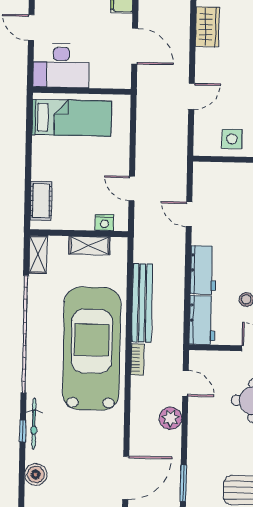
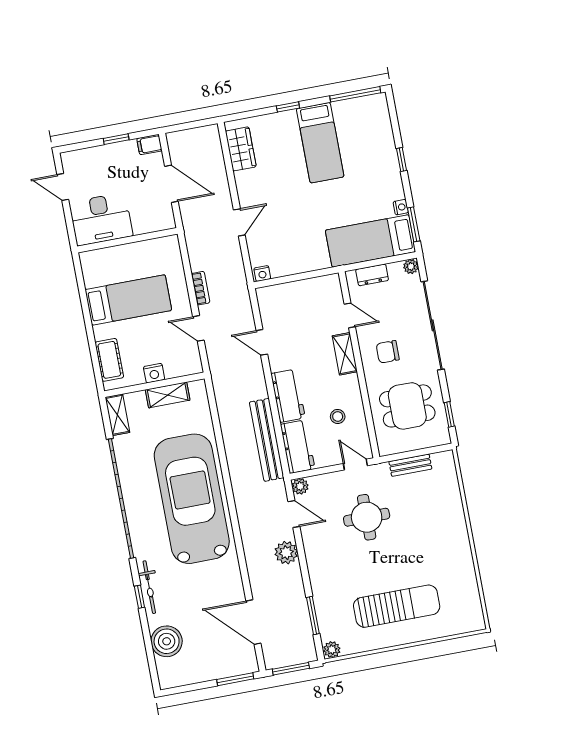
bed: (72, 118) -> (128, 300), moved
side table: (232, 139) -> (289, 257), removed
nightstand: (203, 149) -> (262, 274), added
nightstand: (104, 223) -> (154, 373), moved
bench: (142, 303) -> (267, 440), moved
plant: (197, 358) -> (300, 486), added
bookcase: (137, 359) -> (201, 288), moved
boiler: (36, 474) -> (167, 641), width x1.37, depth x1.37
door: (126, 478) -> (253, 622), swing flipped

